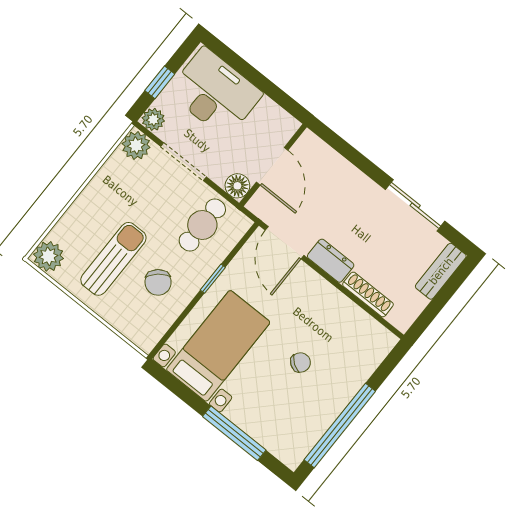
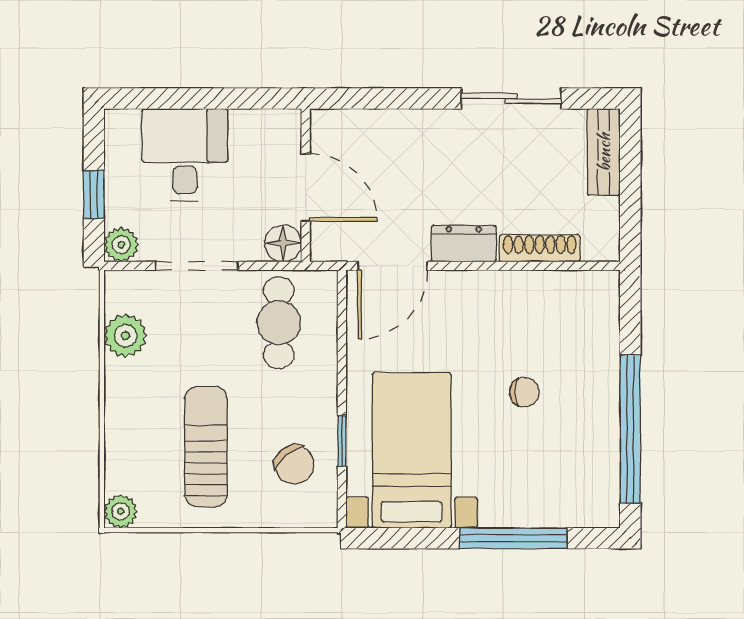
desk: (215, 93) -> (185, 155), width x0.73
plant: (136, 145) -> (126, 336), moved
door: (285, 243) -> (393, 266), hinge flipped
plant: (48, 256) -> (121, 511), width x0.73, depth x0.73
window: (213, 279) -> (342, 441), moved
chair: (158, 282) -> (294, 465), moved
chair: (300, 363) -> (524, 392), turned 55

